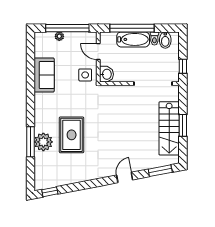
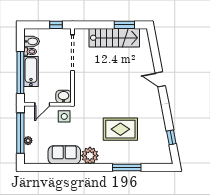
window: (183, 125) -> (124, 25), moved
plant: (43, 142) -> (90, 156), moved
window: (160, 171) -> (154, 46), removed
window: (50, 192) -> (171, 137), moved

